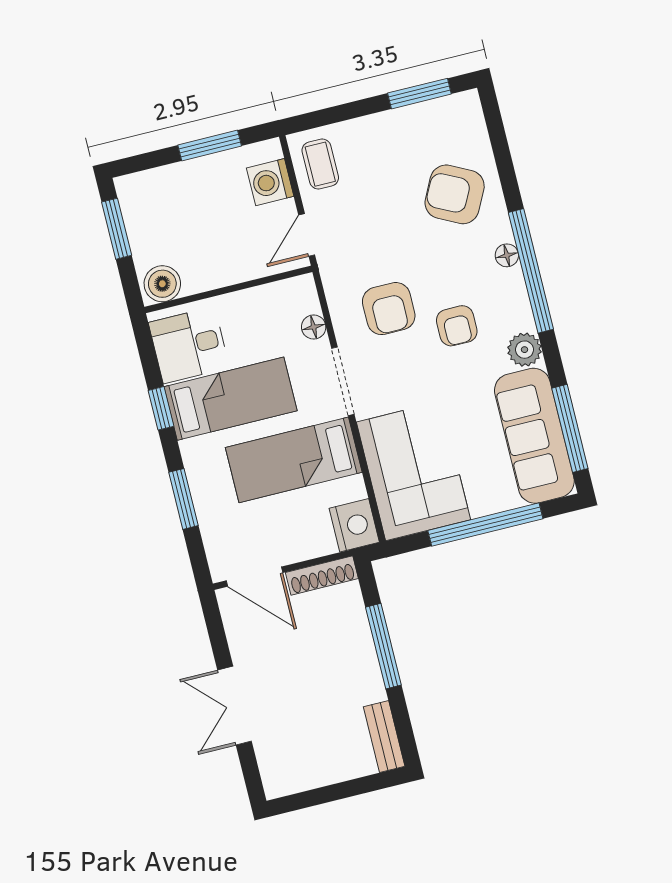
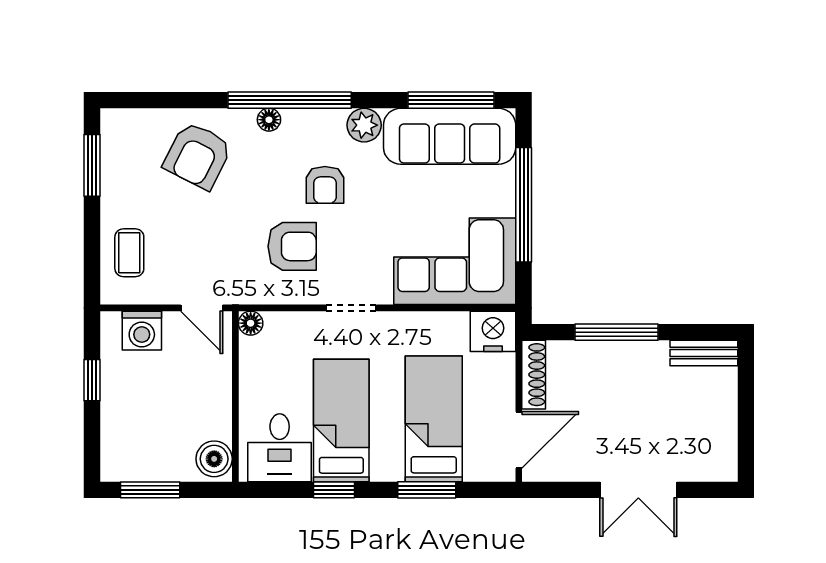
window: (210, 145) -> (92, 380), width x0.67
coffee table: (320, 164) -> (129, 253), moved, turned 90
armchair: (457, 326) -> (325, 185), turned 90
floor lamp: (314, 327) -> (251, 323), moved
doorway: (343, 381) -> (351, 308), width x0.73
bed: (294, 460) -> (434, 419), moved, turned 180

